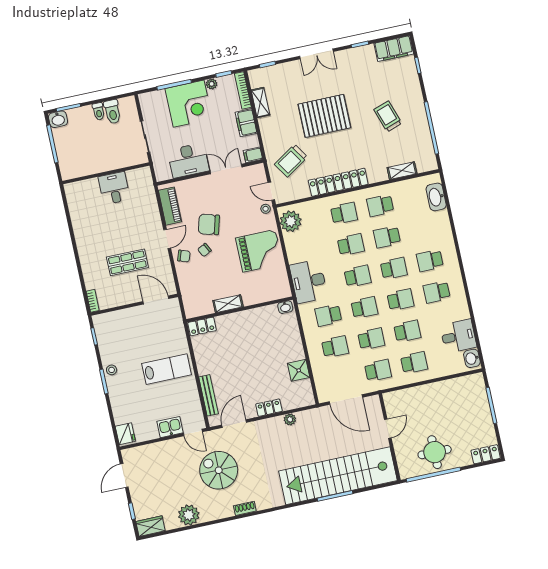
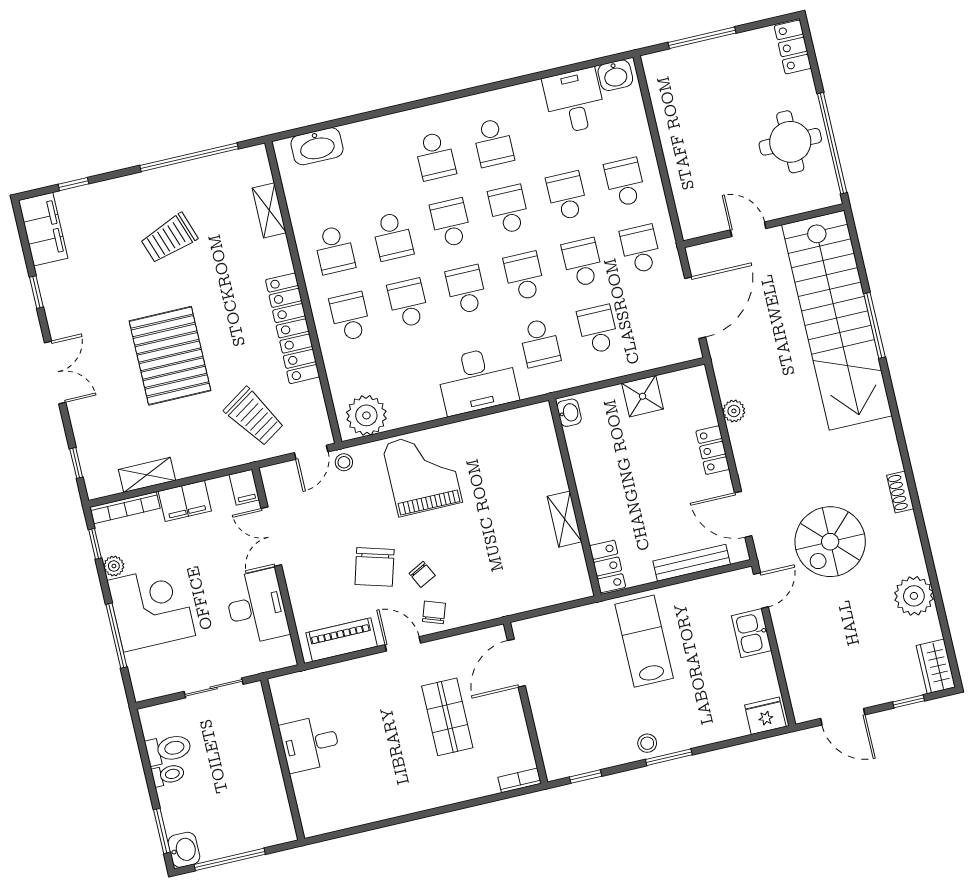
shelving: (228, 304) -> (565, 519), moved
washbasin: (285, 307) -> (569, 413), moved
wall: (240, 309) -> (575, 497), moved
locker: (202, 326) -> (608, 567), moved

